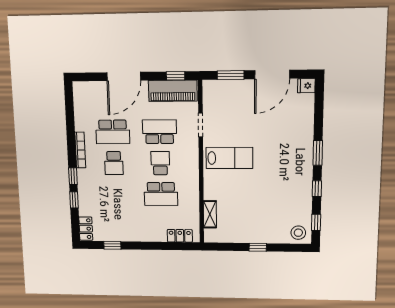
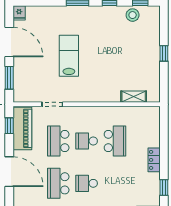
school desk: (113, 132) -> (58, 183), turned 180
lab bench: (229, 158) -> (69, 56), moved
school desk: (114, 163) -> (87, 183), turned 180
stool: (298, 233) -> (133, 15), moved
locker: (180, 236) -> (154, 160), moved

